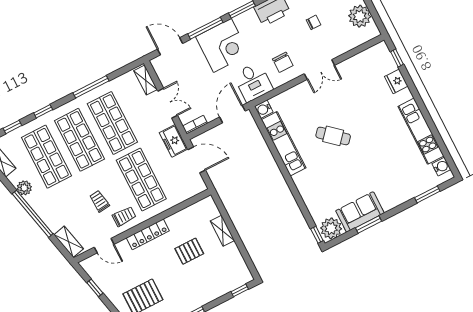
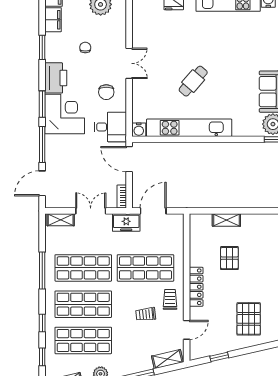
corner desk: (222, 45) -> (65, 114), moved
chair: (283, 62) -> (106, 92), turned 90
kitchen unit: (284, 144) -> (189, 128), width x1.36

